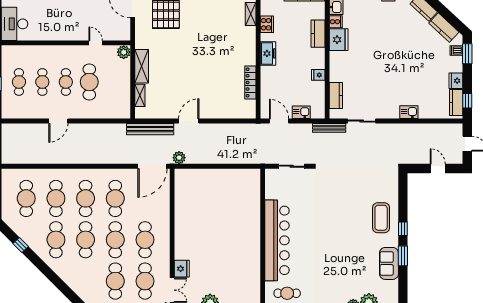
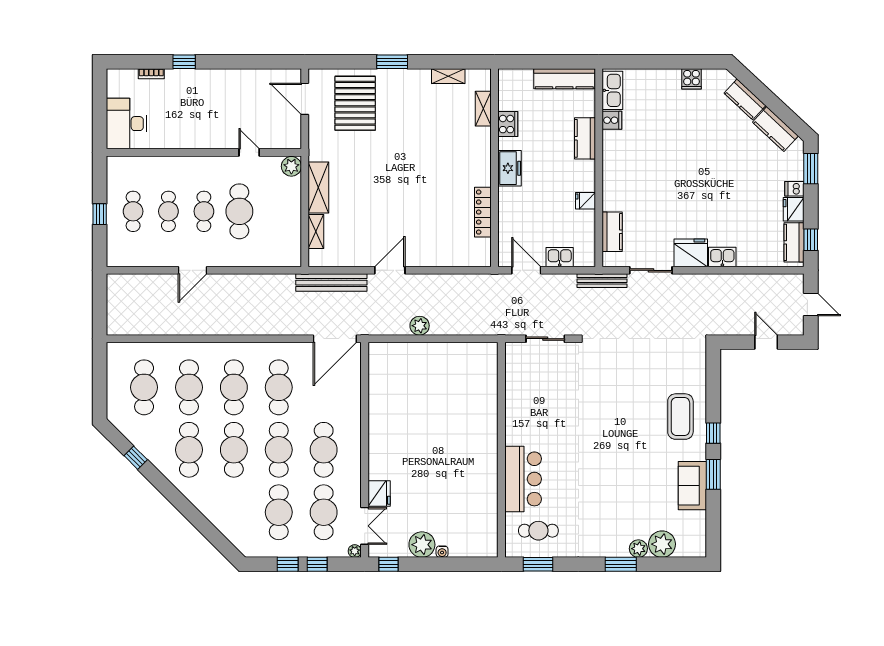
fridge: (339, 40) -> (691, 253), moved, turned -90
dishwasher: (456, 50) -> (794, 189), moved
plant: (179, 158) -> (420, 326), moved
bar counter: (277, 240) -> (523, 479), width x0.54

